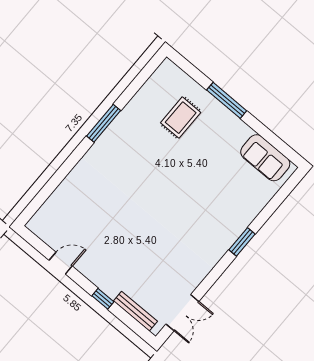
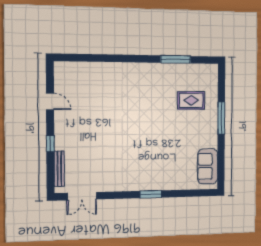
window: (104, 123) -> (176, 59), moved

